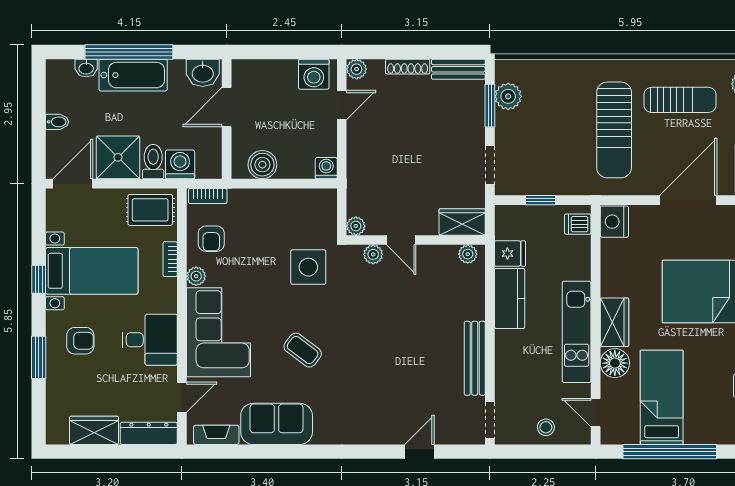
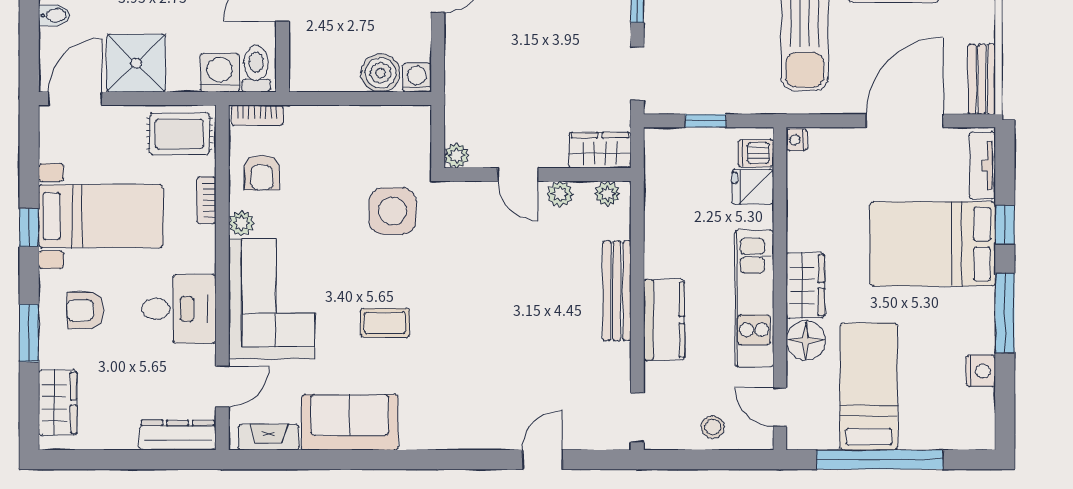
toilet: (153, 162) -> (256, 69), moved
boiler: (262, 165) -> (381, 73), moved
nightstand: (614, 222) -> (797, 140), width x0.53, depth x0.56
fridge: (510, 253) -> (753, 187), moved, turned 180
plant: (373, 254) -> (560, 194), moved
kitchen counter: (510, 298) -> (664, 320), moved
armchair: (80, 341) -> (85, 310), turned 180
coffee table: (303, 350) -> (385, 323), turned -37
bench: (475, 358) -> (617, 291), moved
wardrobe: (94, 430) -> (58, 403), moved, turned 90

